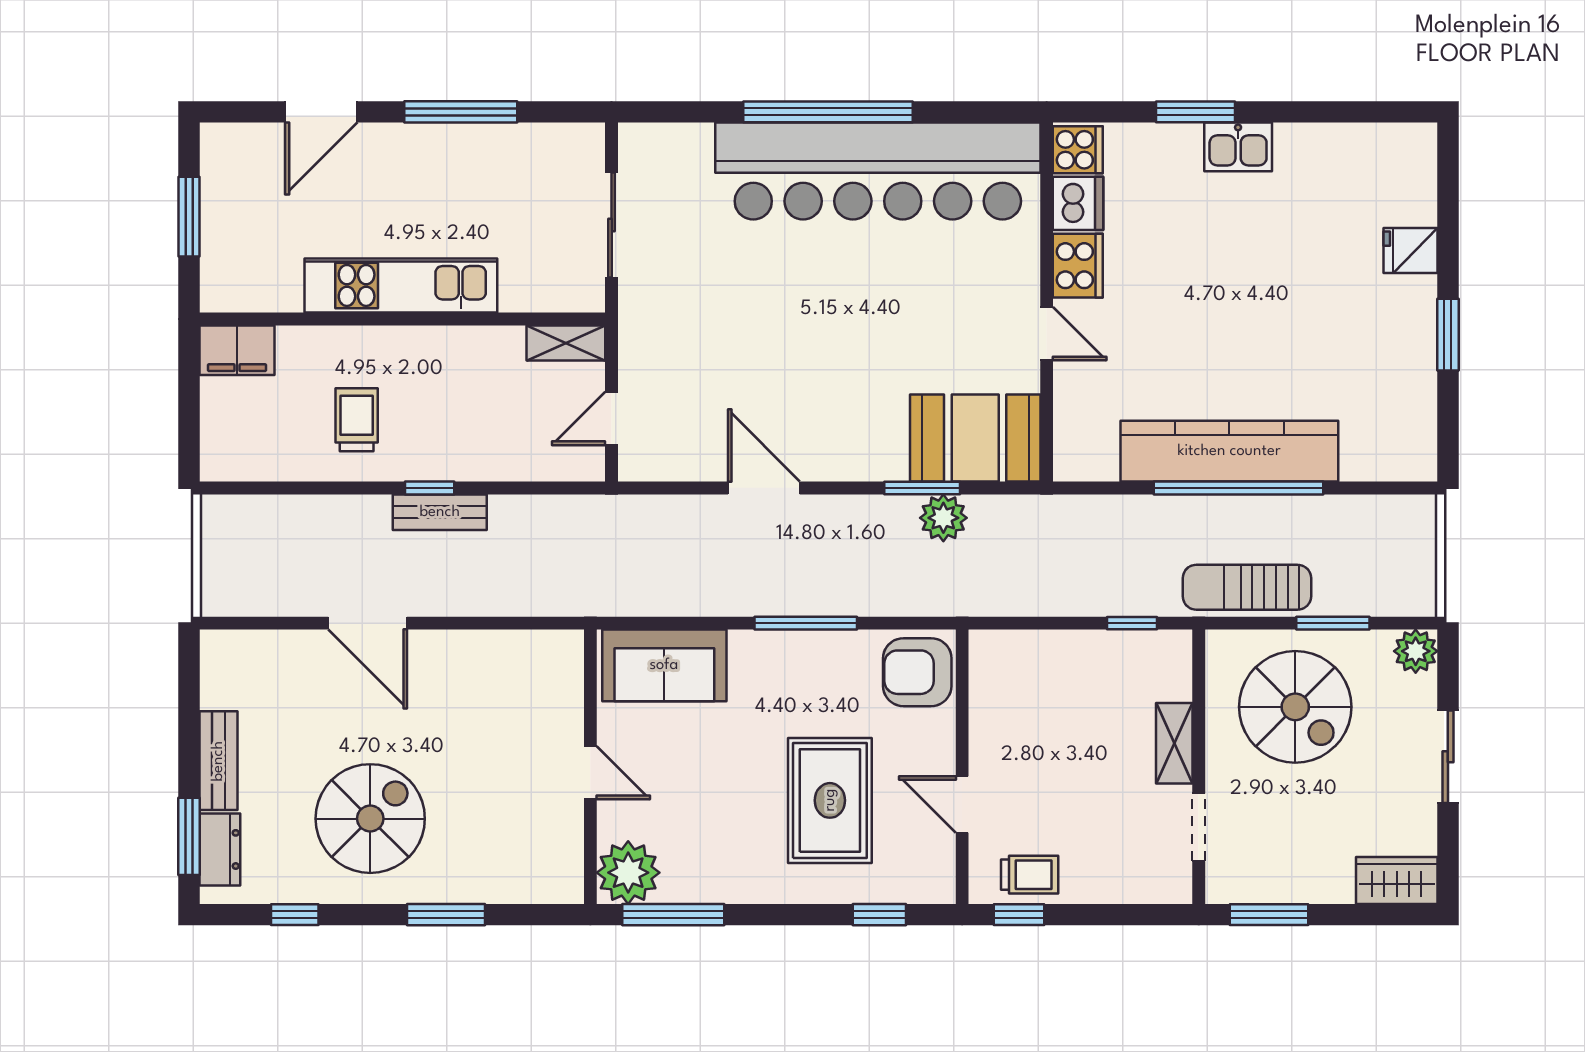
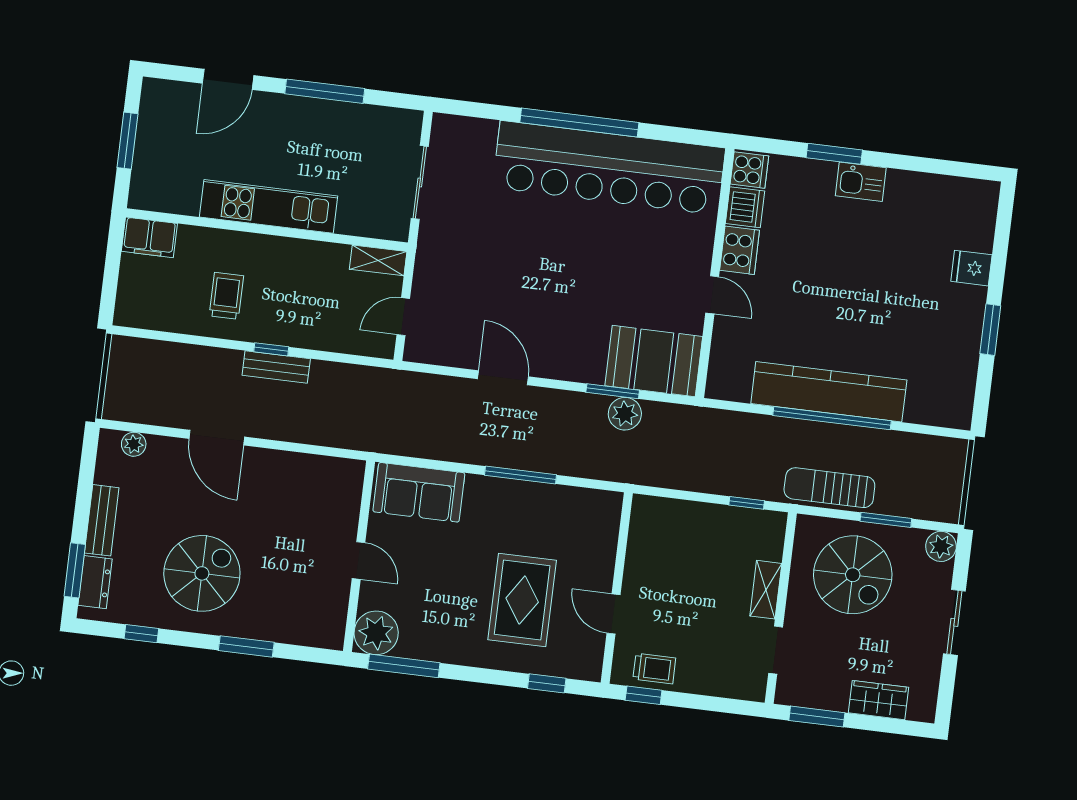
plant: (251, 647) -> (134, 444), added
armchair: (917, 672) -> (594, 519), removed
wardrobe: (1397, 880) -> (878, 700), moved

